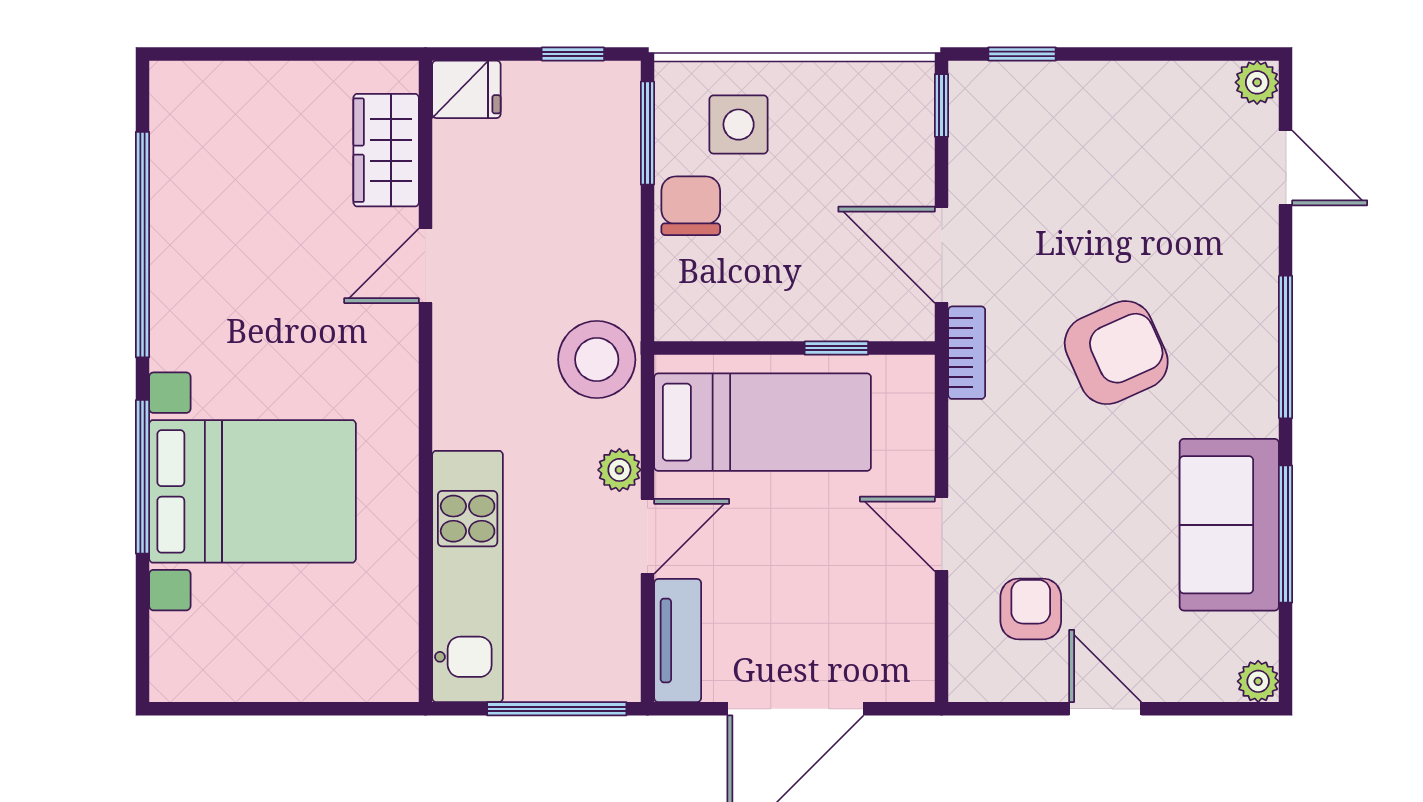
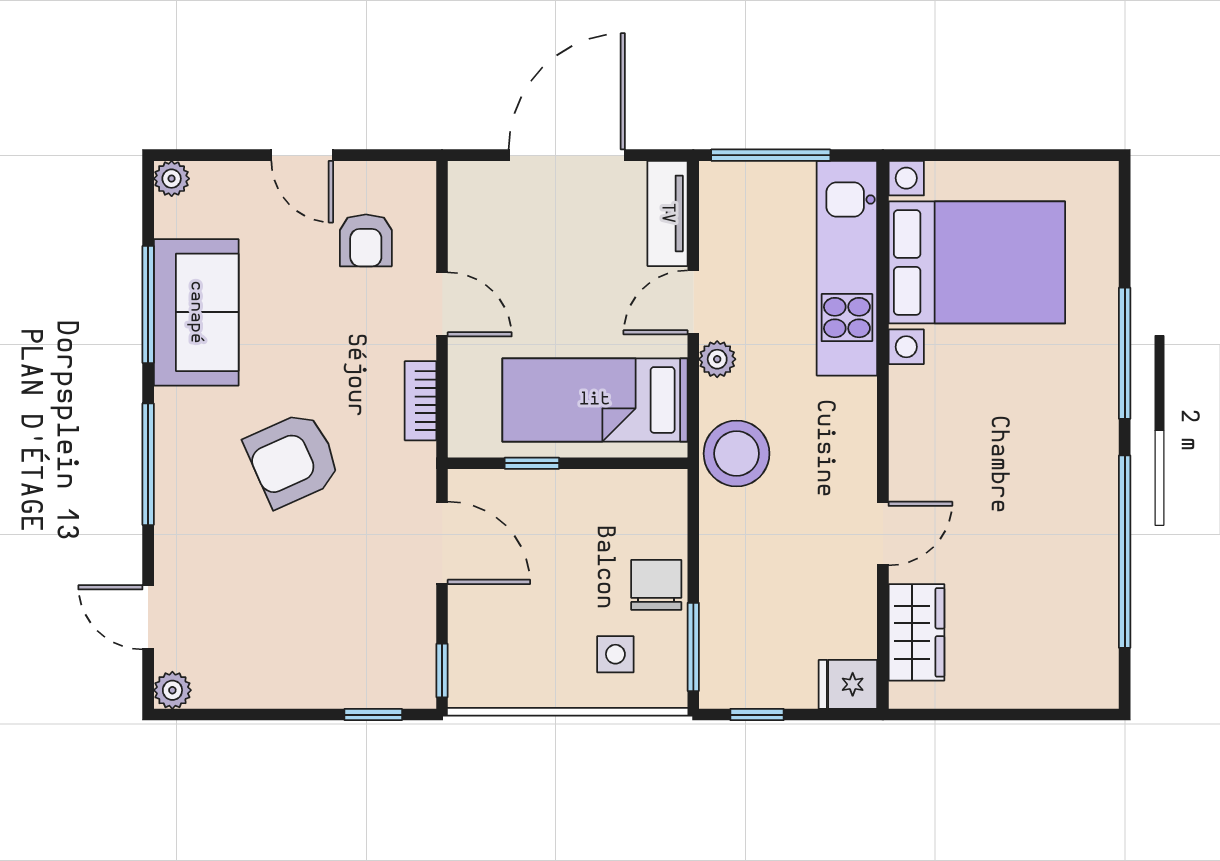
side table: (739, 125) -> (615, 654), width x0.73, depth x0.73
chair: (691, 206) -> (656, 585), turned 180
bookcase: (967, 353) -> (421, 401), moved
bed with nightstands: (253, 491) -> (977, 262), moved, turned 180

